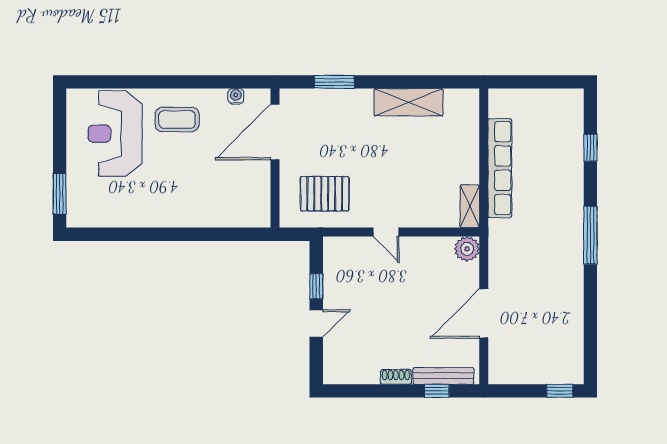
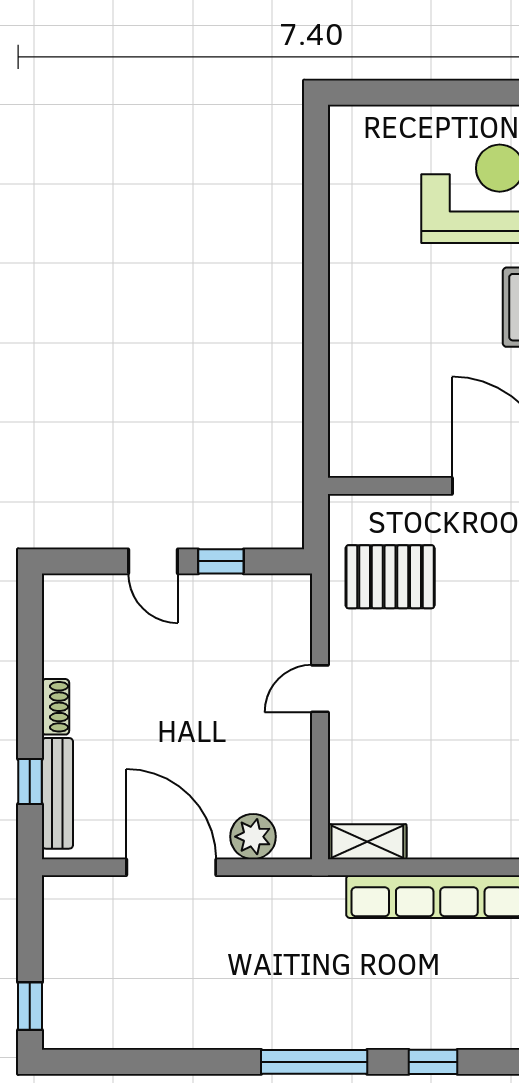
window: (590, 148) -> (433, 1062), moved
window: (60, 194) -> (390, 93), removed
pallet: (325, 194) -> (390, 577), turned 90
plant: (467, 249) -> (253, 837), moved

